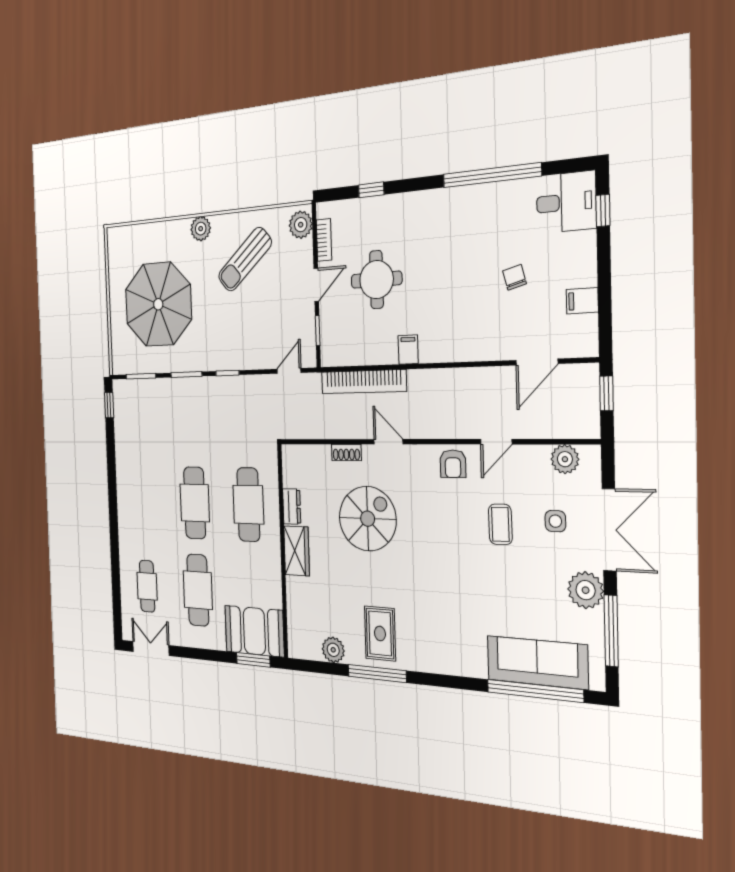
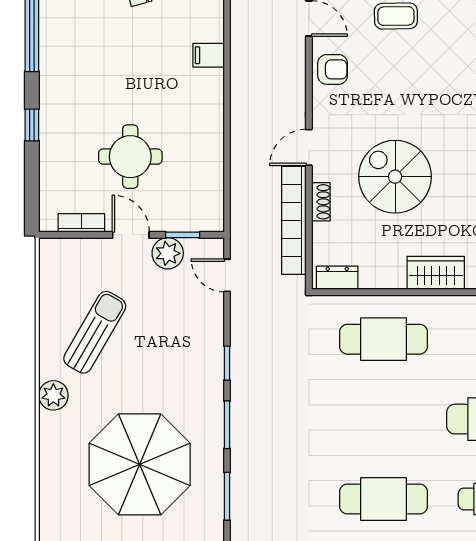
window: (371, 190) -> (32, 125), moved
plant: (301, 225) -> (168, 253), moved
sun lounger: (245, 259) -> (95, 332), turned -109
filing cabinet: (408, 350) -> (209, 55), moved
bookcase: (363, 382) -> (294, 220), moved, turned 180
cafe table: (195, 503) -> (384, 499), moved
dresser: (292, 507) -> (337, 278), moved

